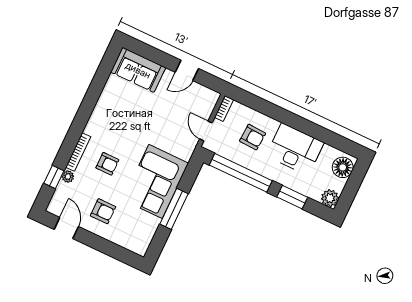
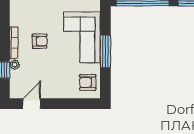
armchair: (103, 211) -> (88, 82), moved, turned 180
door: (66, 228) -> (32, 104), hinge flipped

